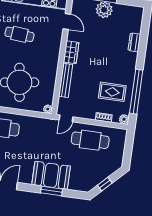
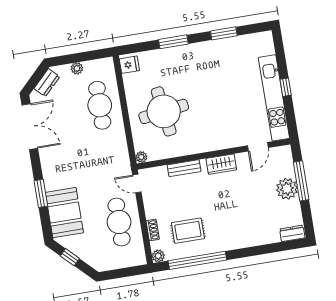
cafe table: (19, 34) -> (223, 93), removed
dresser: (134, 42) -> (292, 233), moved
bench: (66, 80) -> (184, 168), width x0.73
rug: (112, 92) -> (188, 231), turned 90
booth: (51, 175) -> (64, 213), moved

